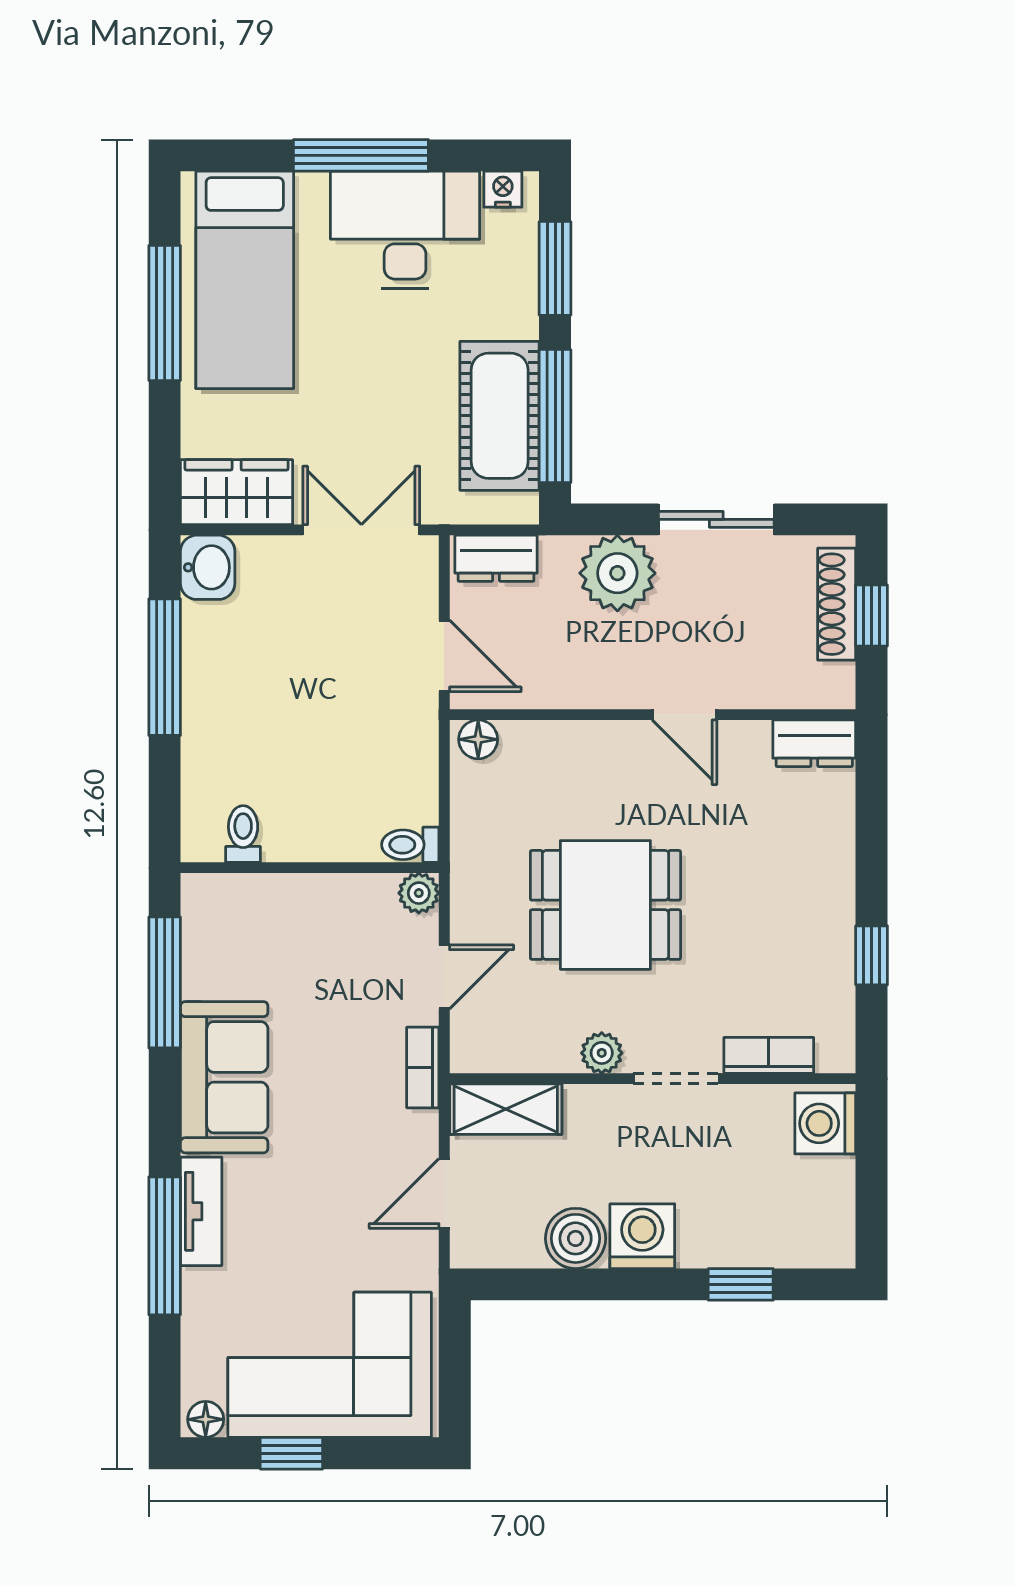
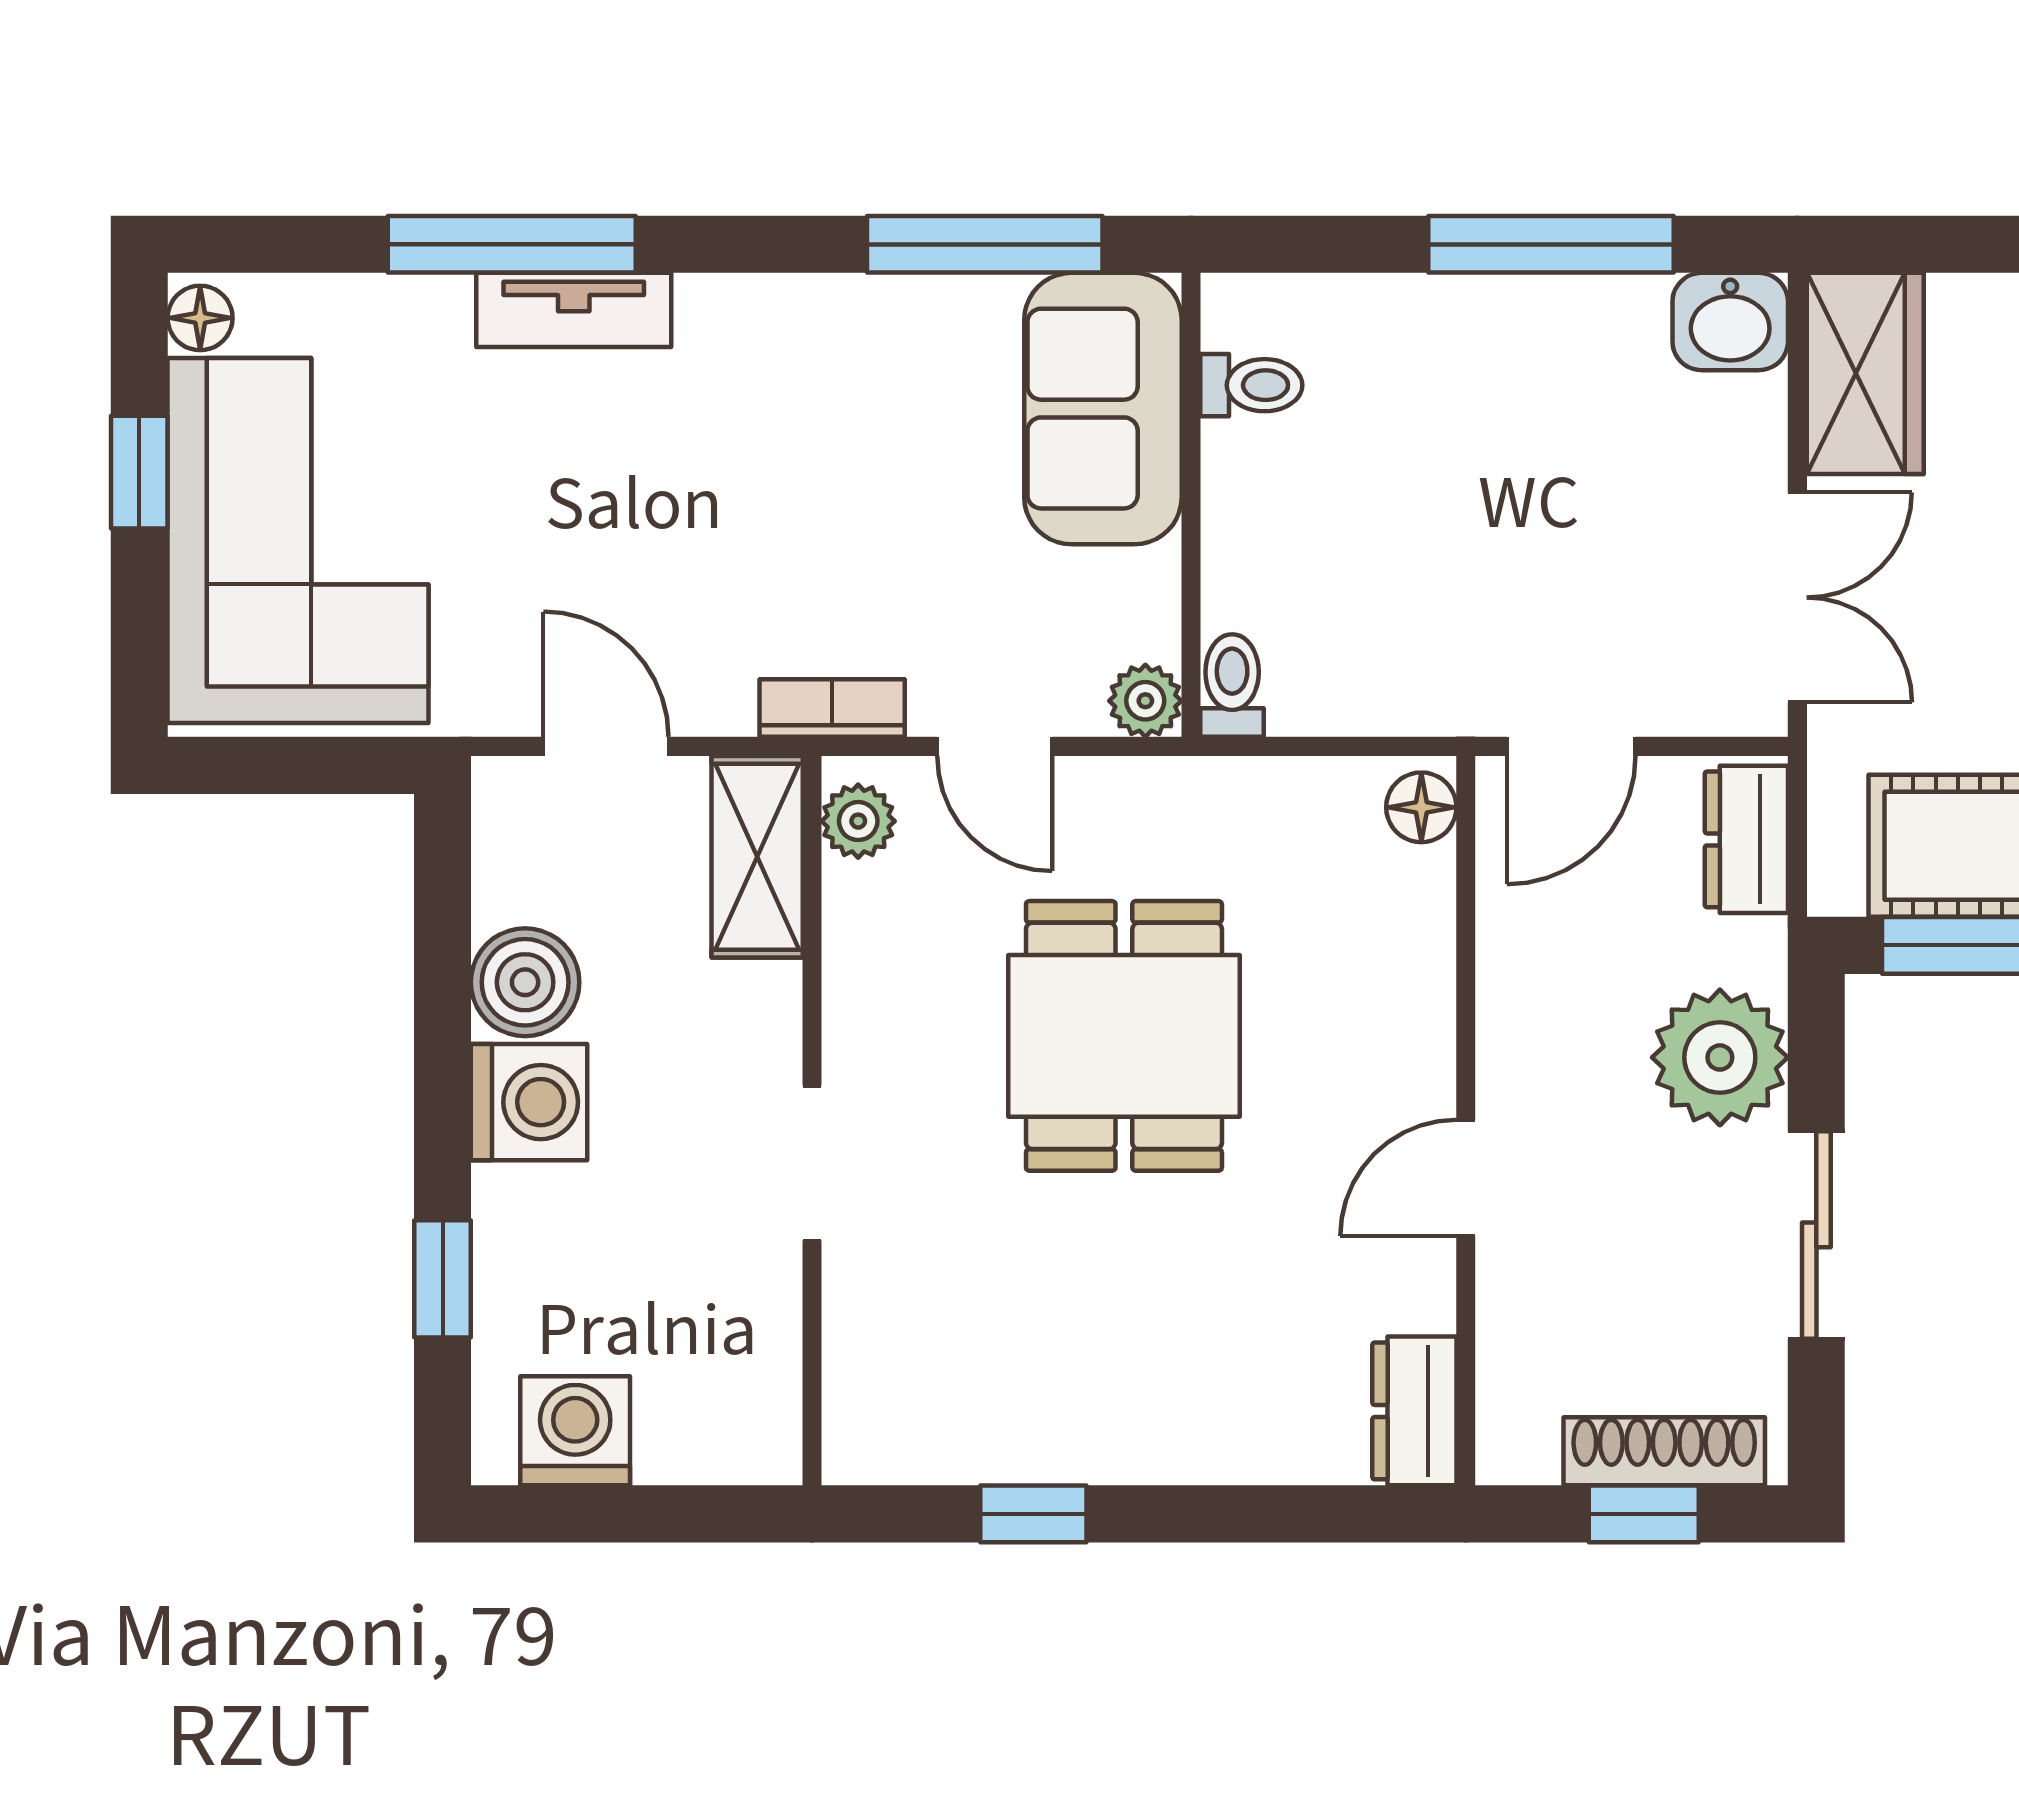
plant: (602, 1053) -> (858, 821), moved
bookcase: (769, 1055) -> (854, 1329), removed
sofa: (224, 1077) -> (1103, 409), moved, turned 90
washing machine: (825, 1123) -> (575, 1431), moved

